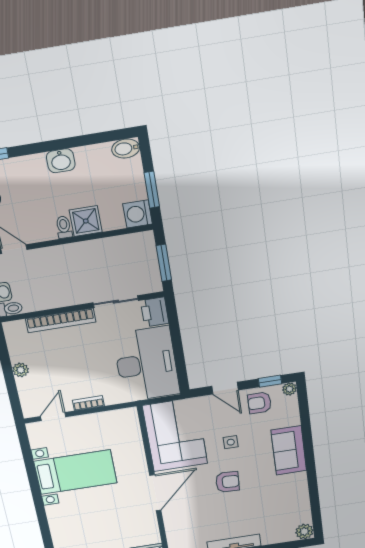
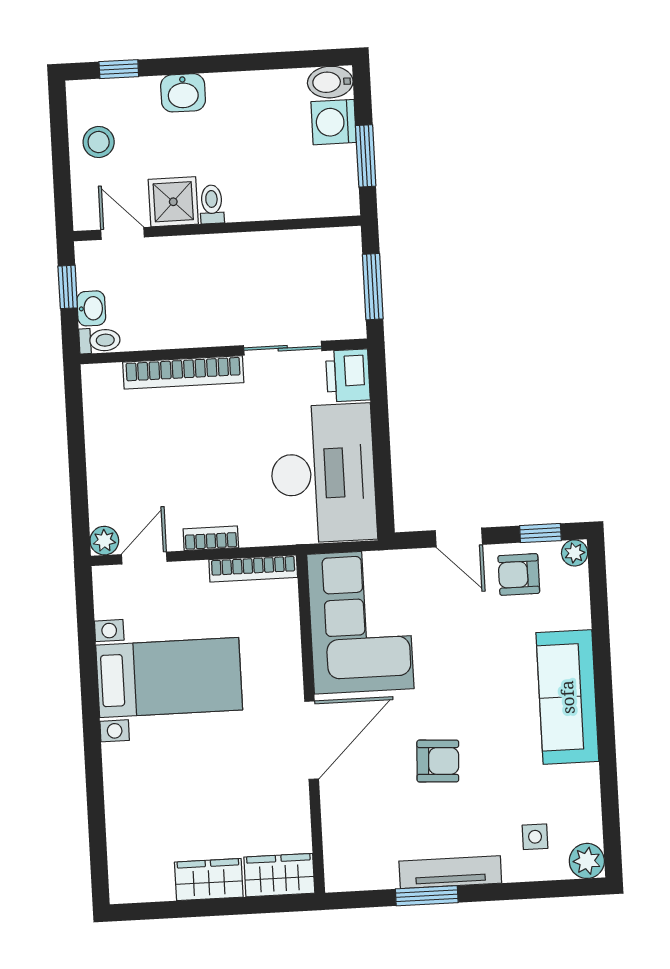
washbasin: (61, 161) -> (183, 93), moved
washing machine: (138, 214) -> (334, 122), moved
shower: (86, 221) -> (173, 202), moved
plant: (21, 370) -> (104, 541), moved
bookcase: (114, 415) -> (253, 568), added
side table: (231, 442) -> (535, 837), moved
sofa: (289, 450) -> (567, 697), width x1.36
armchair: (227, 482) -> (438, 761), moved

